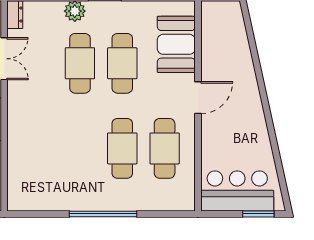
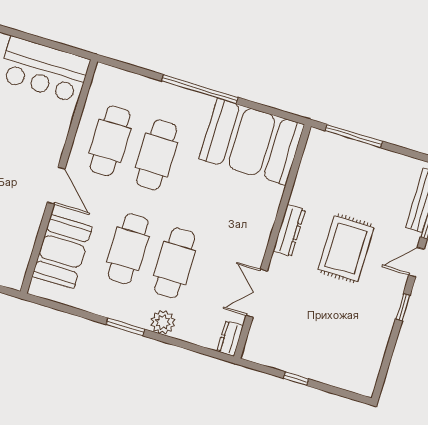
door: (198, 98) -> (56, 186), swing flipped
booth: (47, 183) -> (252, 142), added
window: (258, 214) -> (28, 37), removed

